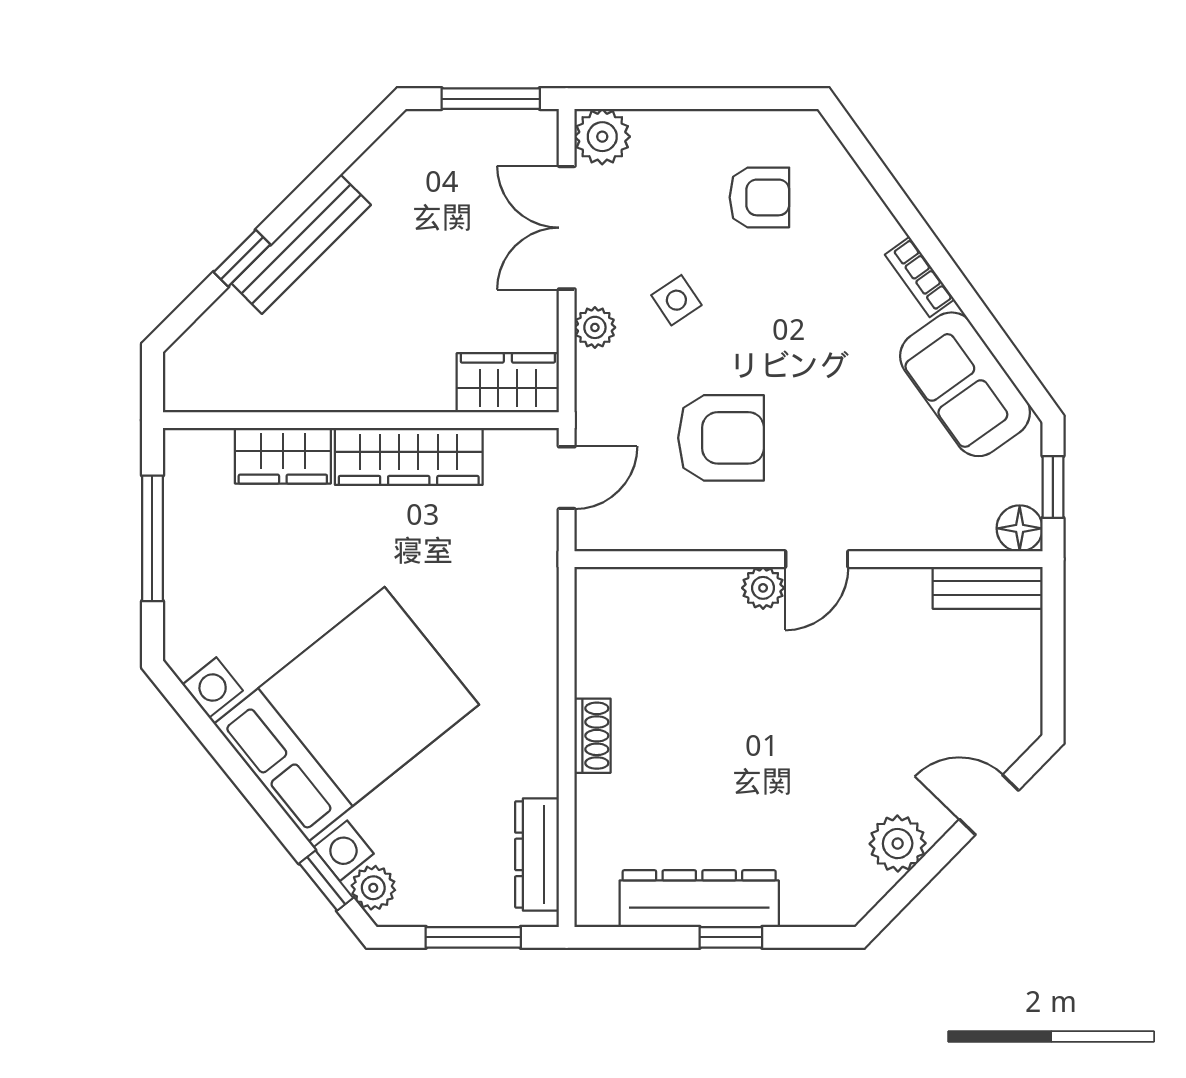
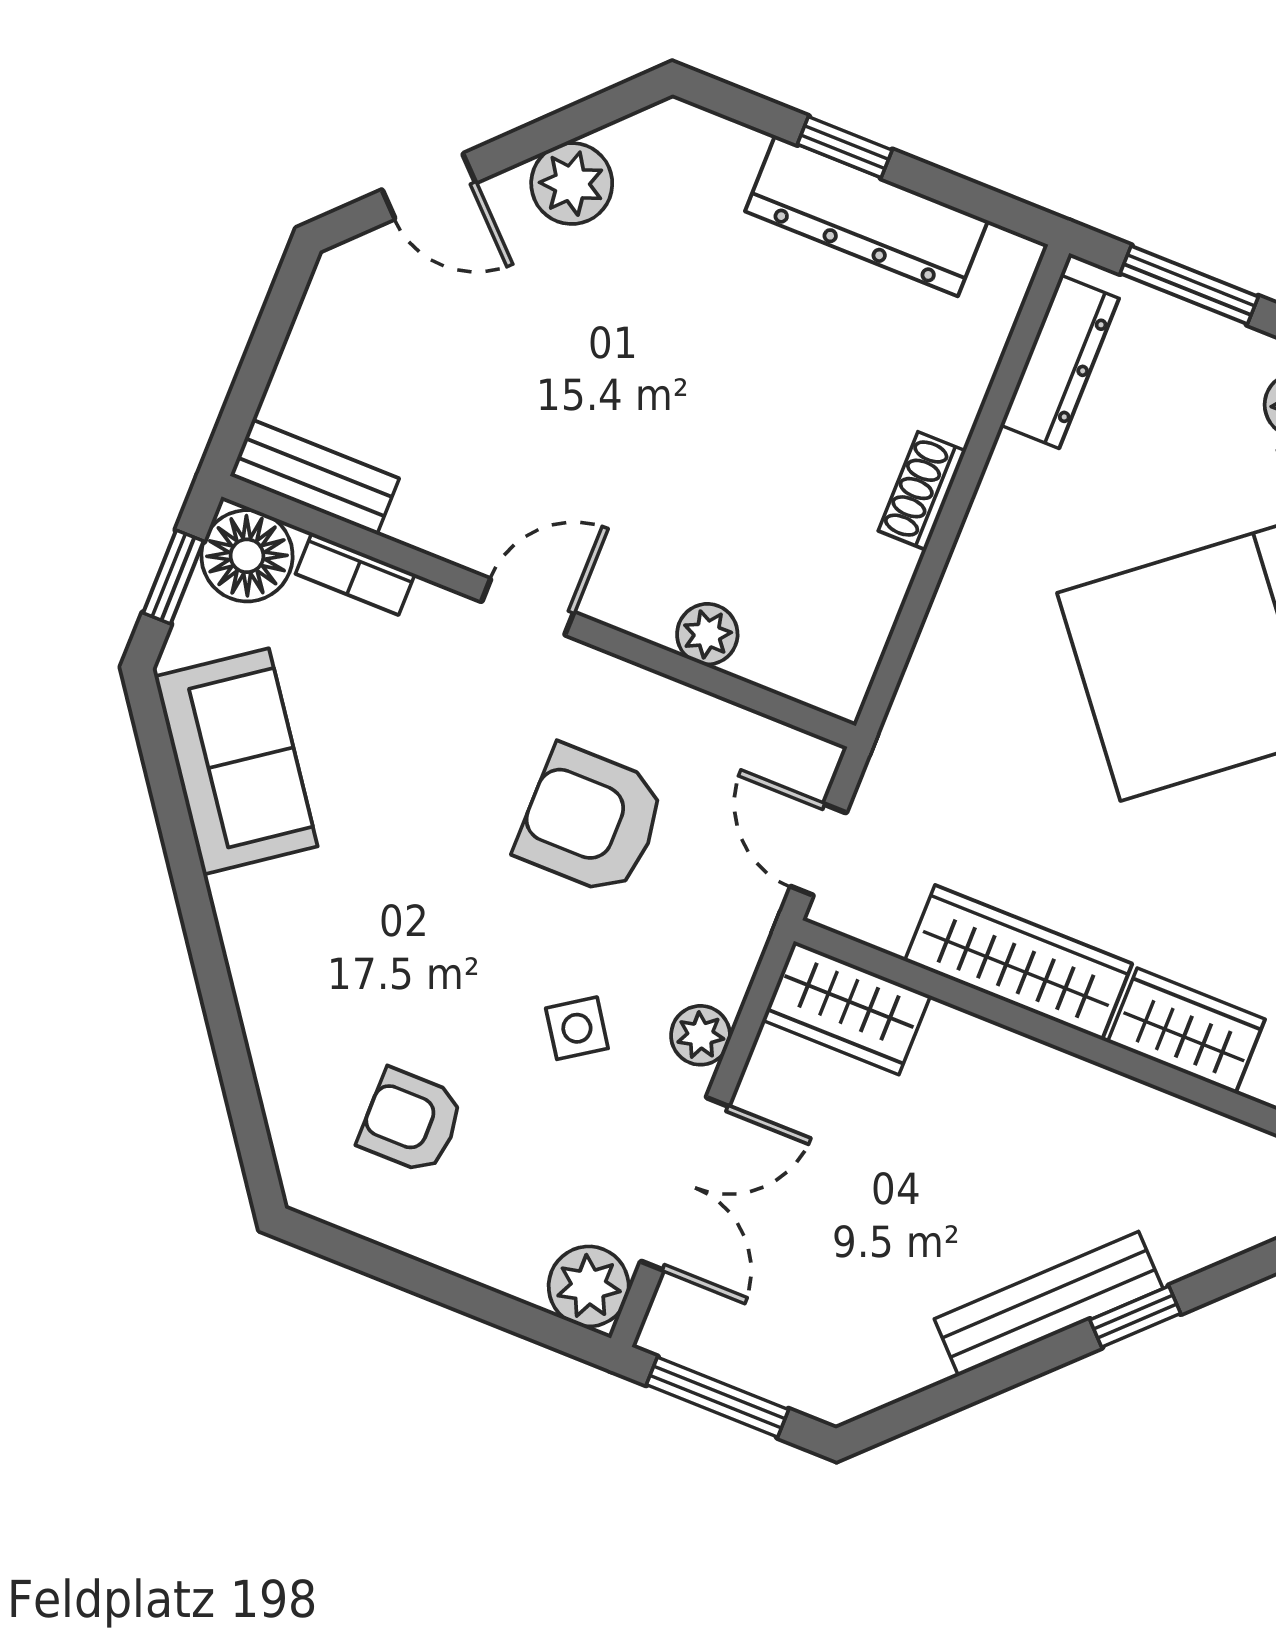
bookcase: (920, 277) -> (355, 574), moved, turned 126
door: (567, 478) -> (818, 850), hinge flipped
floor lamp: (1020, 528) -> (247, 556), width x1.38, depth x1.38
plant: (763, 588) -> (707, 634), moved

